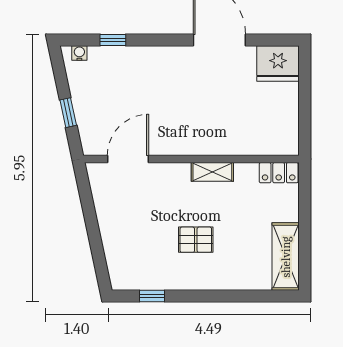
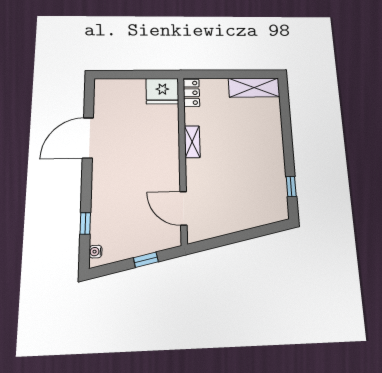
fridge: (278, 64) -> (162, 91), moved, turned 90
pallet: (196, 240) -> (245, 154), removed

